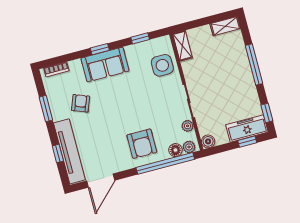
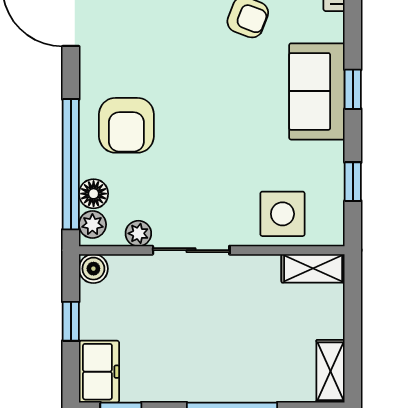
freezer: (247, 128) -> (99, 372), width x0.71
window: (247, 142) -> (71, 321), moved
armchair: (142, 144) -> (126, 125), turned -90

